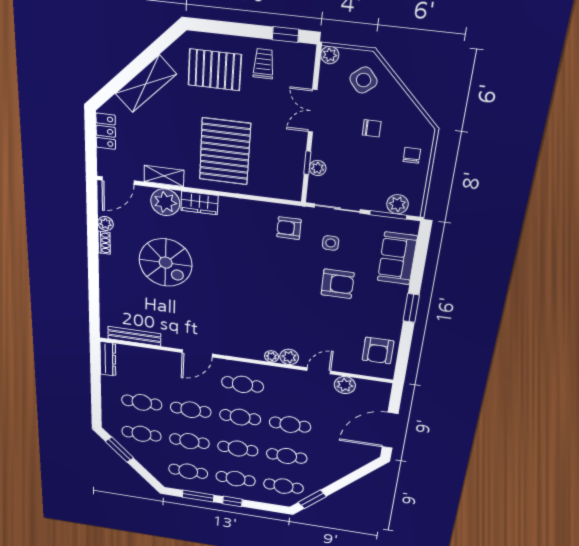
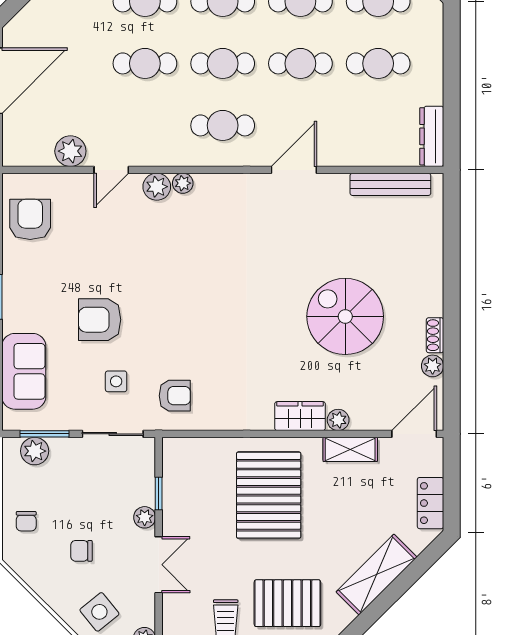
plant: (318, 168) -> (145, 517), moved
plant: (165, 202) -> (338, 420), width x0.53, depth x0.53

